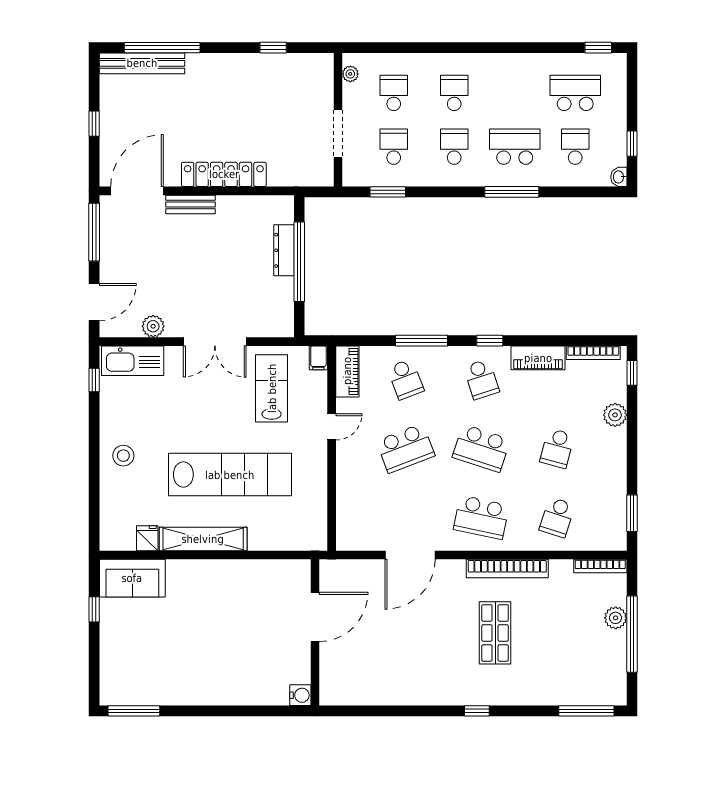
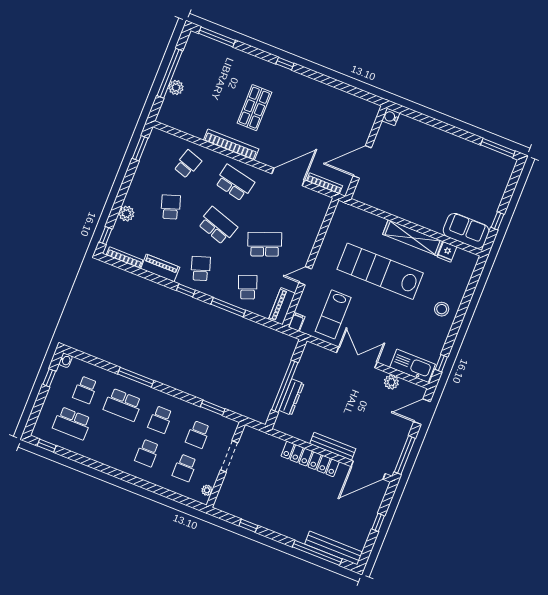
bench: (190, 204) -> (333, 446), width x1.36
school desk: (557, 448) -> (171, 207), turned -33
bookcase: (600, 566) -> (324, 183), moved

